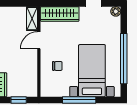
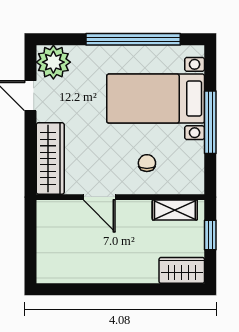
plant: (116, 11) -> (53, 62), width x1.87, depth x1.87
shelving: (32, 19) -> (175, 210), moved

